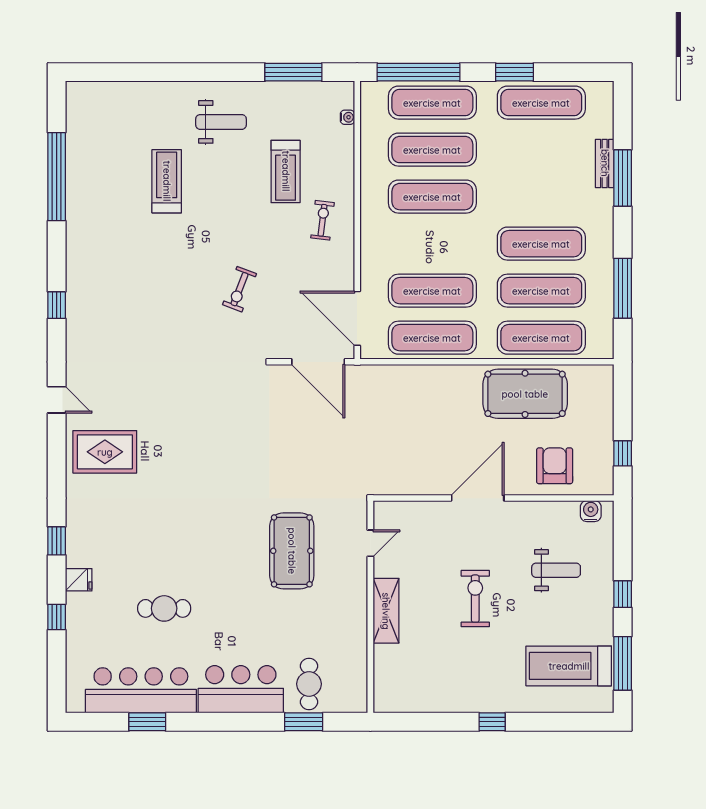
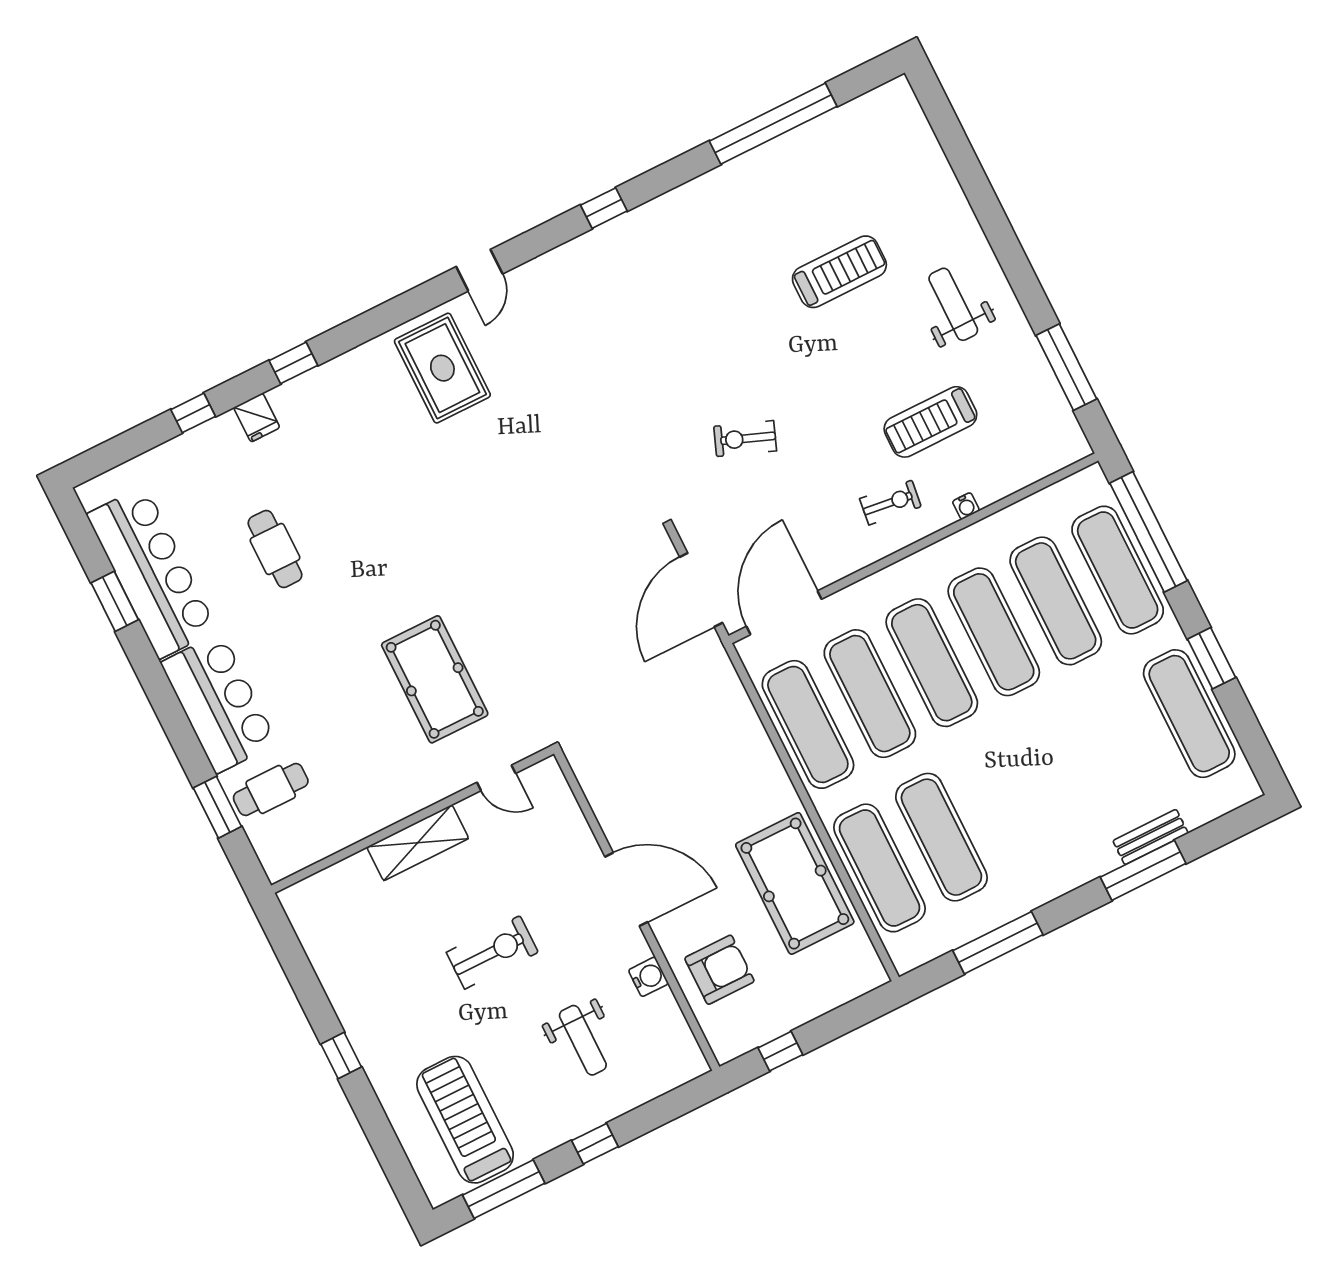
water cooler: (347, 117) -> (966, 506), moved
weight bench: (221, 122) -> (953, 304), turned 180
exercise mat: (541, 244) -> (932, 663), moved
water cooler: (591, 511) -> (648, 977), moved
pool table: (292, 551) -> (435, 679), turned 90

